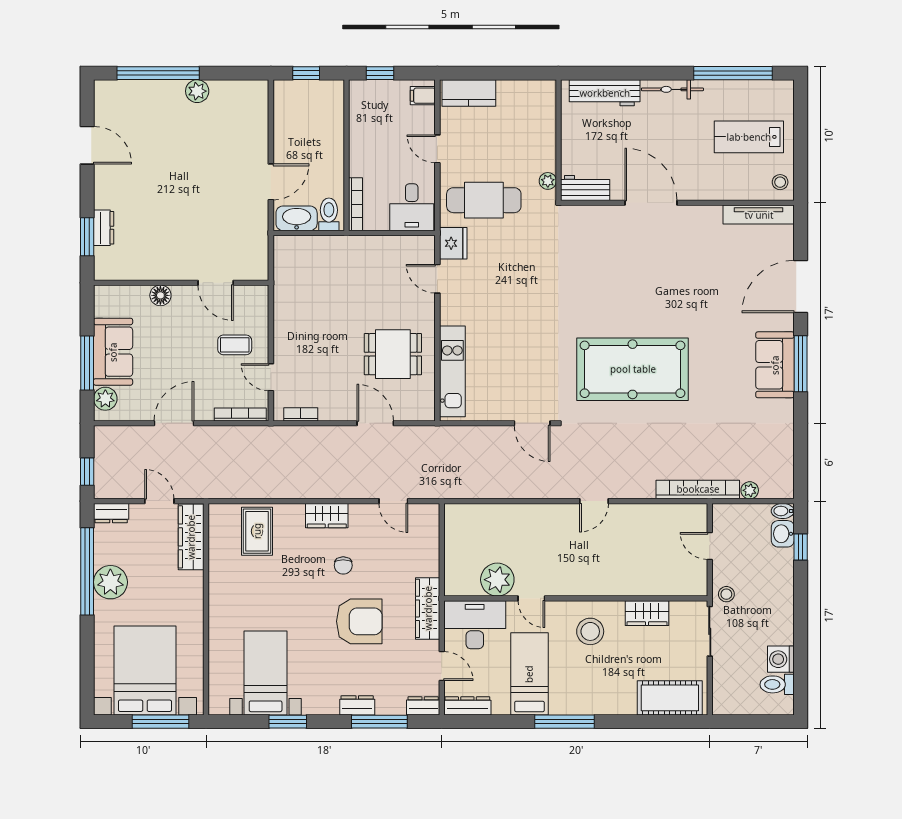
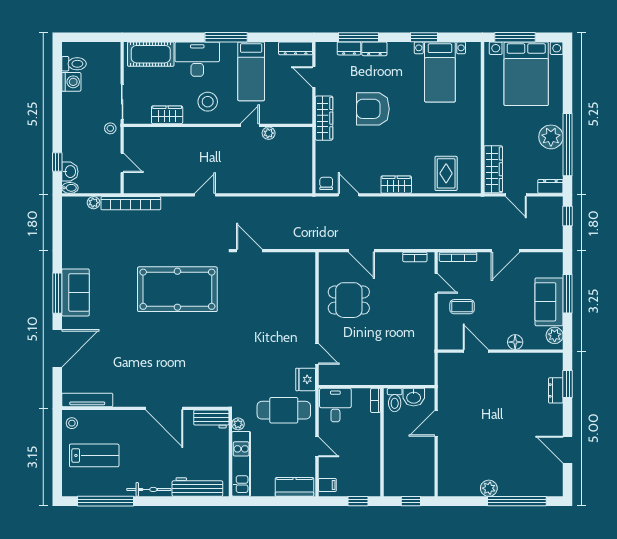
bookcase: (356, 204) -> (376, 400), width x0.64
washbasin: (297, 218) -> (414, 397), width x0.72
kitchen unit: (452, 371) -> (241, 464), moved, turned 180
plant: (105, 399) -> (555, 335), moved
chair: (343, 565) -> (326, 183), moved
plant: (497, 580) -> (269, 133), width x0.53, depth x0.53
door: (531, 598) -> (250, 125), hinge flipped
desk: (475, 625) -> (197, 59), moved, turned 180
dresser: (423, 706) -> (349, 48), moved

